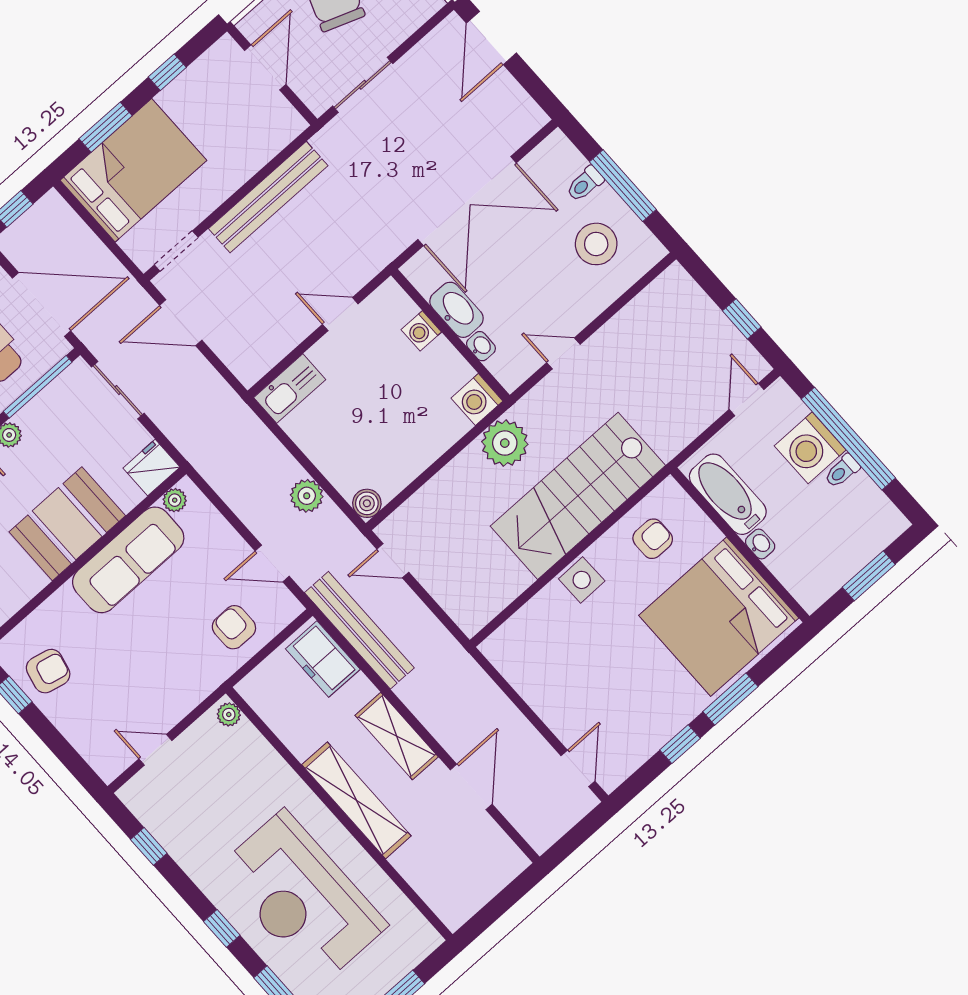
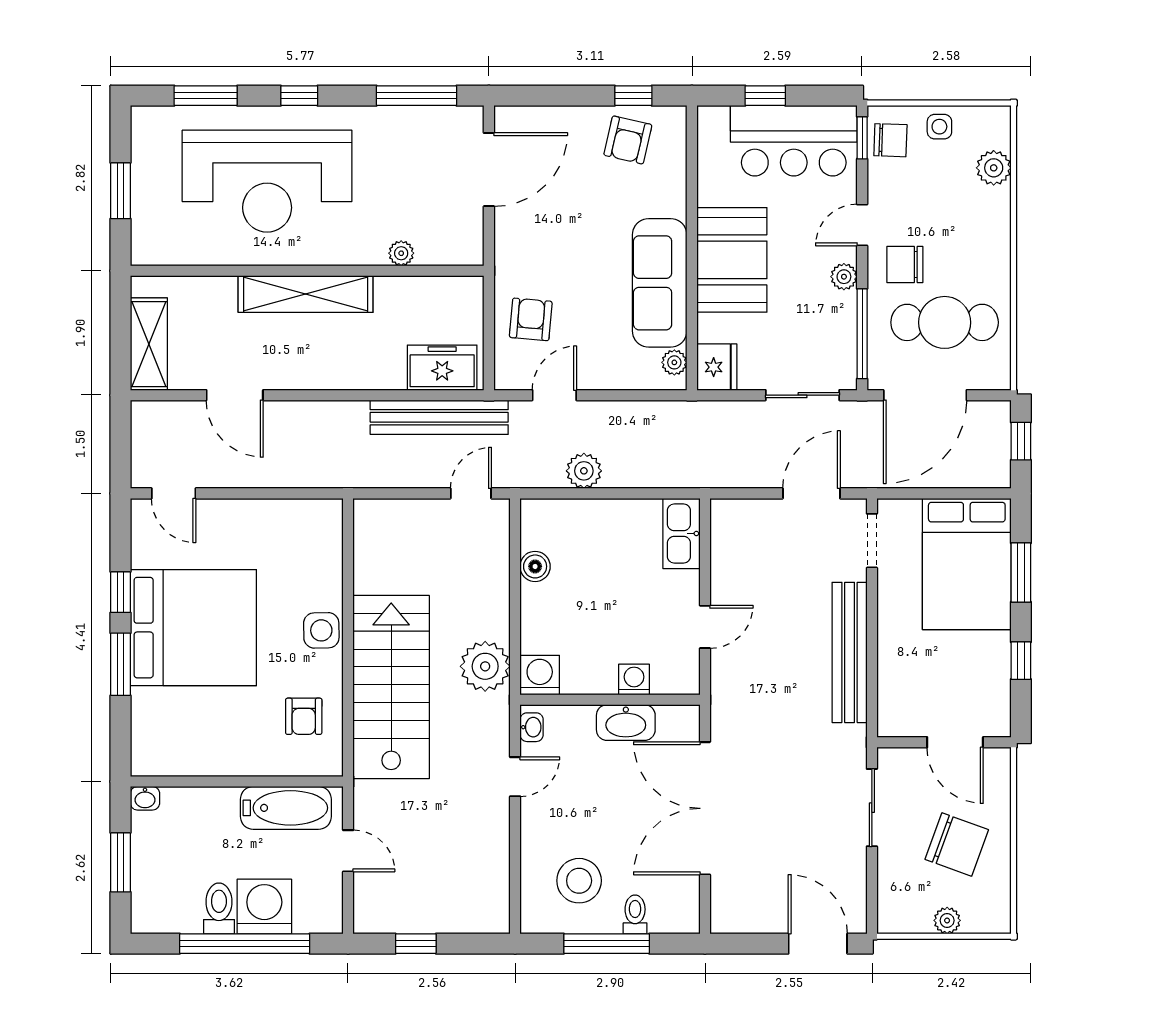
washbasin: (481, 346) -> (532, 727), moved, turned -90
door: (746, 400) -> (348, 851), moved
toilet: (842, 471) -> (219, 908), width x1.37, depth x1.39
boiler: (367, 503) -> (535, 566), moved
washbasin: (760, 544) -> (145, 798), moved
bed: (719, 617) -> (193, 628), moved, turned 90
armchair: (234, 627) -> (531, 319), turned -85
plant: (229, 714) -> (401, 253), moved
shelving: (397, 736) -> (149, 344), moved, turned 90
door: (155, 750) -> (489, 170), width x1.88
window: (149, 846) -> (416, 96), width x2.17
reception desk: (302, 898) -> (267, 181), turned 180

